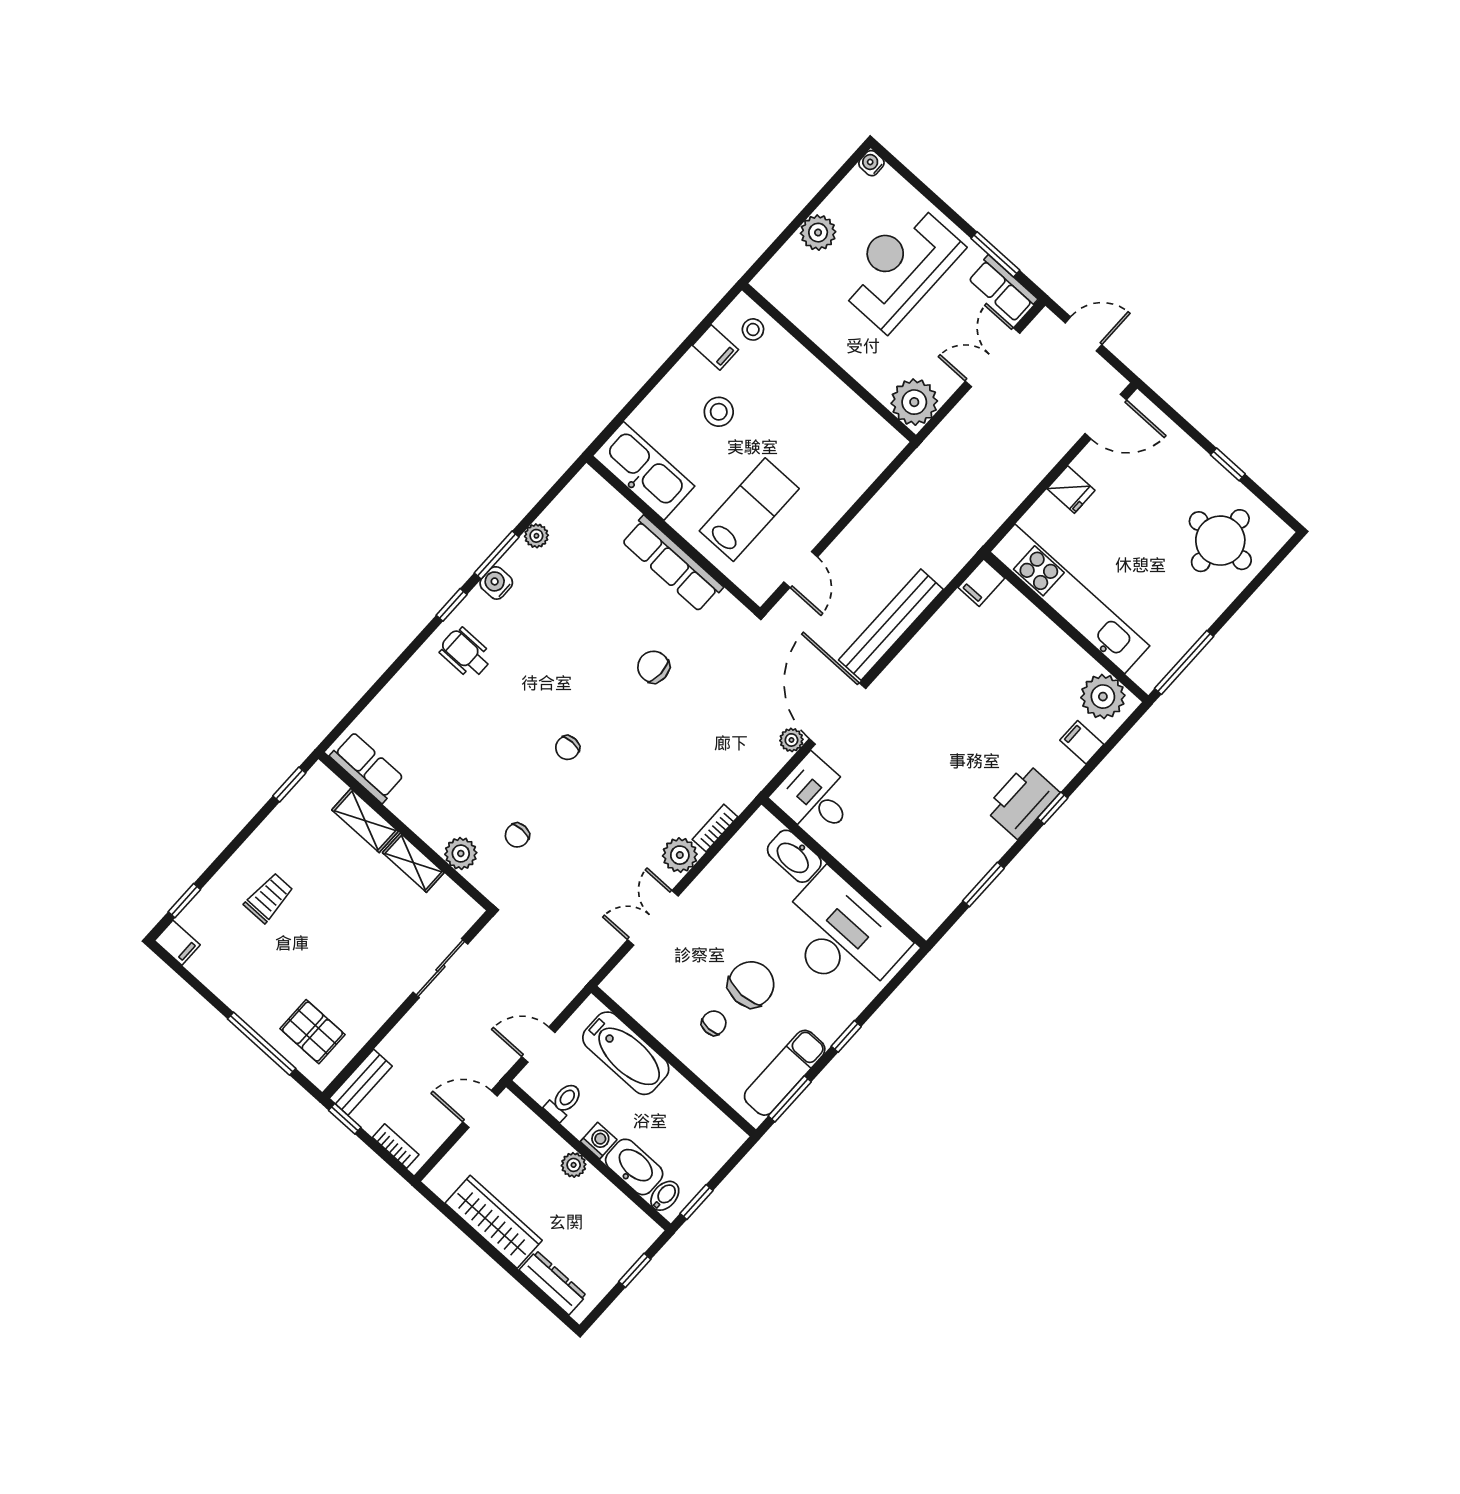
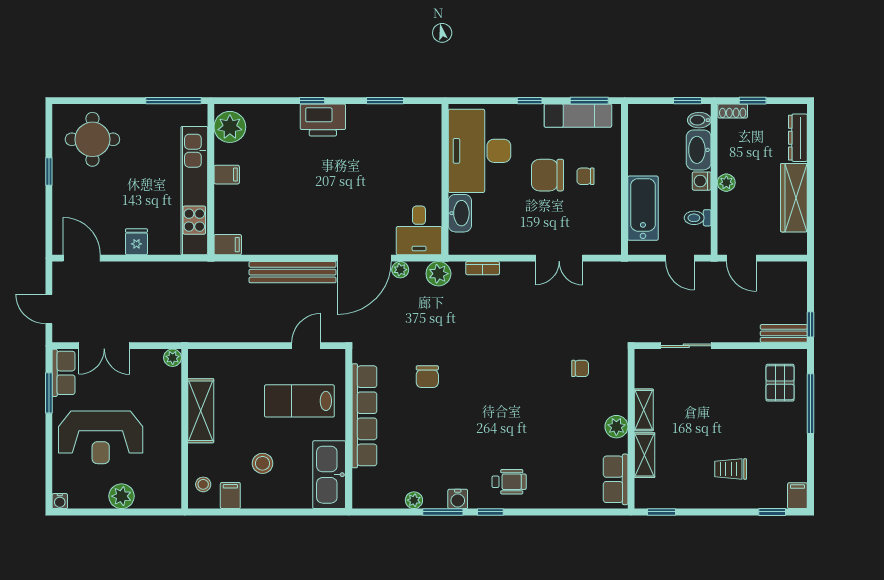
shelving: (833, 397) -> (201, 411), added
plant: (914, 402) -> (173, 358), width x0.53, depth x0.53
row of seats: (672, 564) -> (364, 416), width x1.36
wheelchair: (466, 653) -> (509, 482), turned -90
filing cabinet: (1082, 742) -> (227, 175), moved, turned -90
chair: (567, 748) -> (510, 383), removed
plant: (461, 853) -> (616, 427), moved
plant: (680, 855) -> (438, 274), moved
bookcase: (396, 1146) -> (801, 285), removed
shoe rack: (643, 1240) -> (733, 111), added

